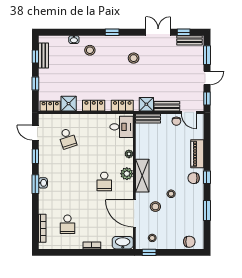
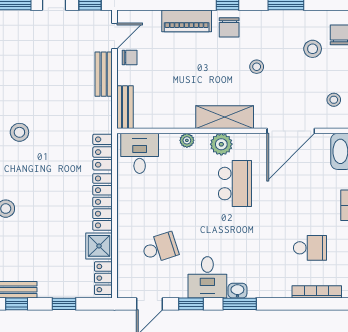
shower: (146, 104) -> (100, 110), removed
locker: (94, 106) -> (102, 202), width x1.53
desk: (51, 166) -> (207, 277), added
school desk: (104, 181) -> (235, 184), width x1.85
stool: (155, 207) -> (313, 49), moved

